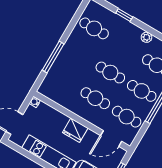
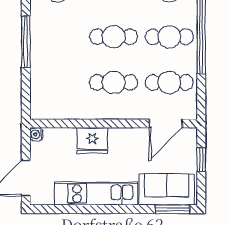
window: (53, 57) -> (26, 42), moved
fridge: (75, 130) -> (92, 141), moved

